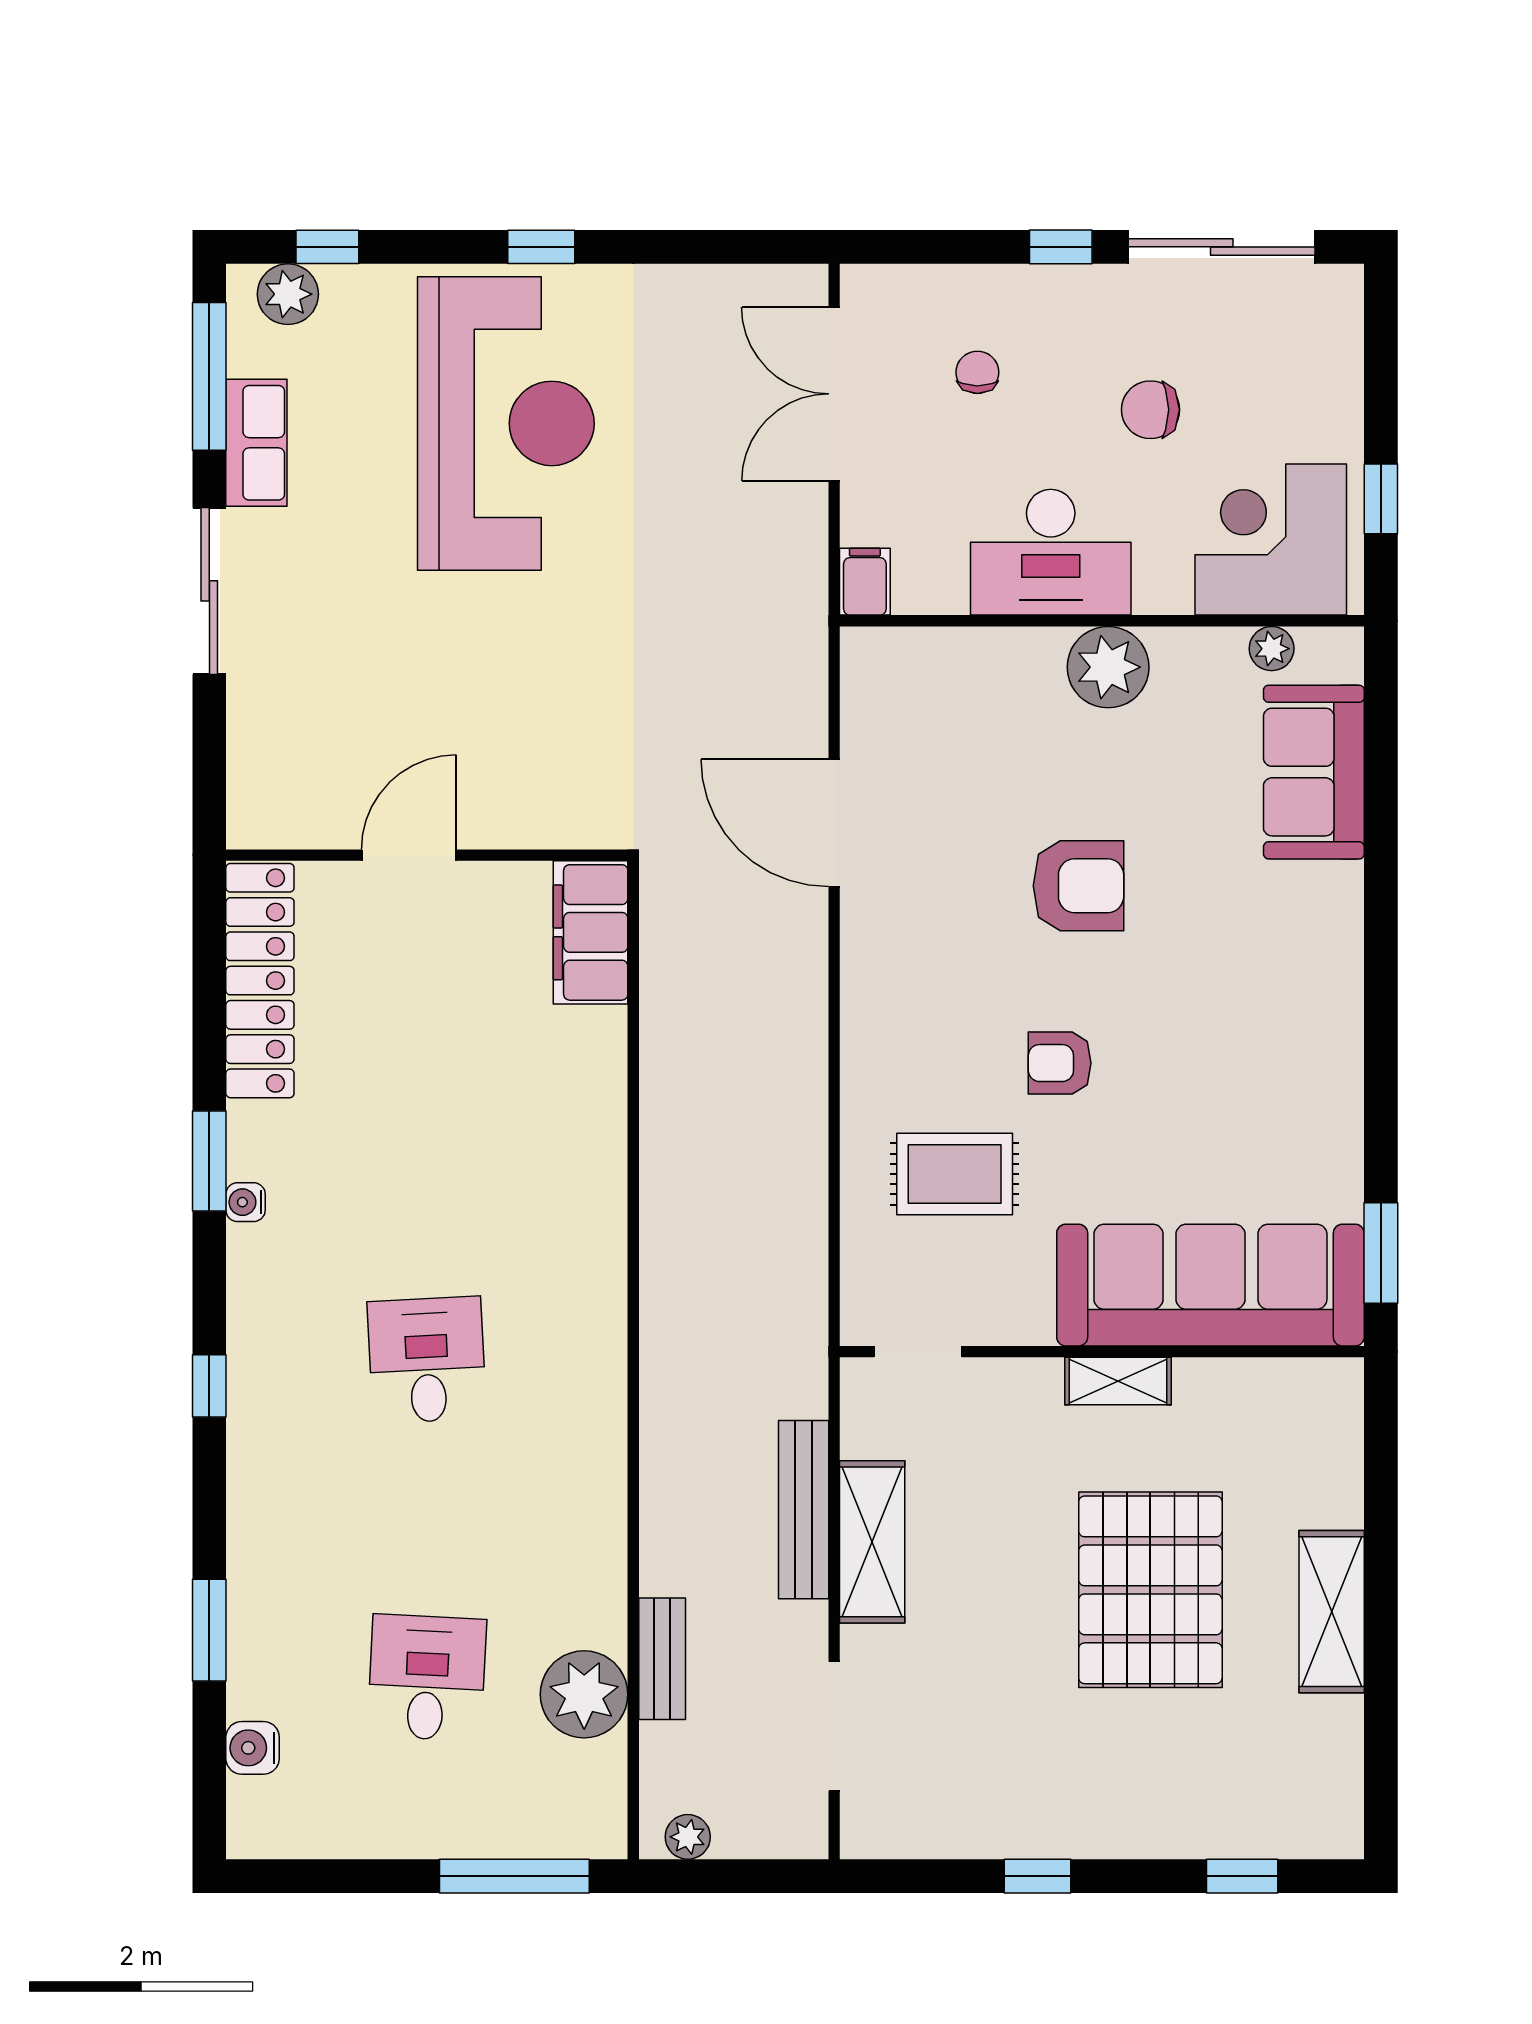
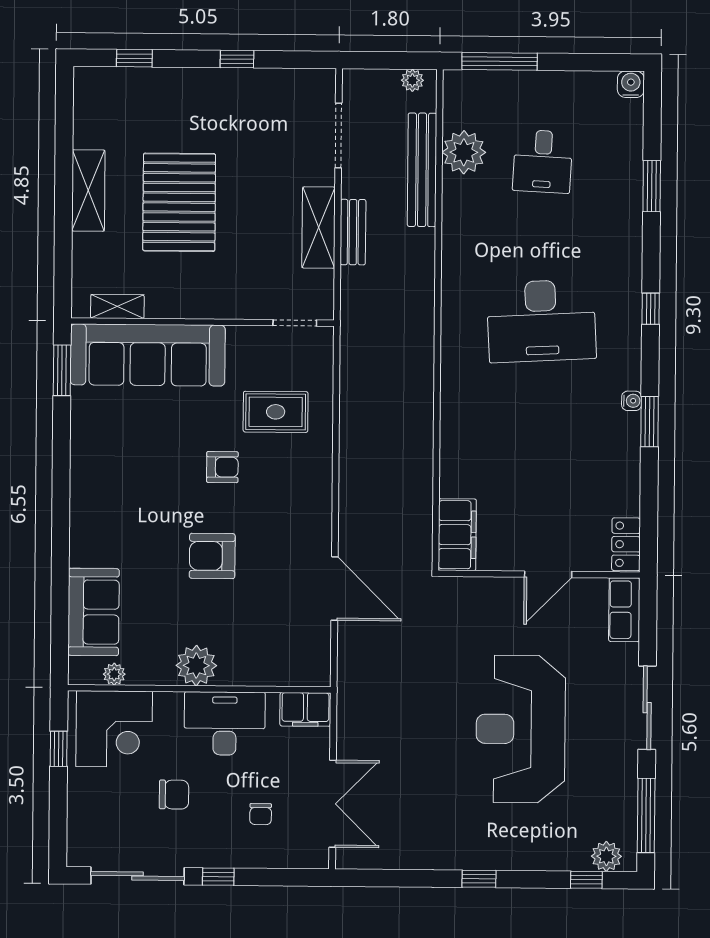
reception desk: (506, 423) -> (521, 729), moved
row of seats: (256, 443) -> (624, 610), moved
filing cabinet: (865, 582) -> (305, 709), width x2.00
locker: (260, 981) -> (626, 544), width x0.46, depth x0.83
desk: (427, 1360) -> (541, 321), width x1.87, depth x1.30
shelving: (1118, 1381) -> (117, 306), moved
bench: (804, 1510) -> (353, 232), width x0.73
bench: (662, 1659) -> (422, 170), width x1.86, depth x1.21
water cooler: (253, 1748) -> (631, 84), moved, turned -90

